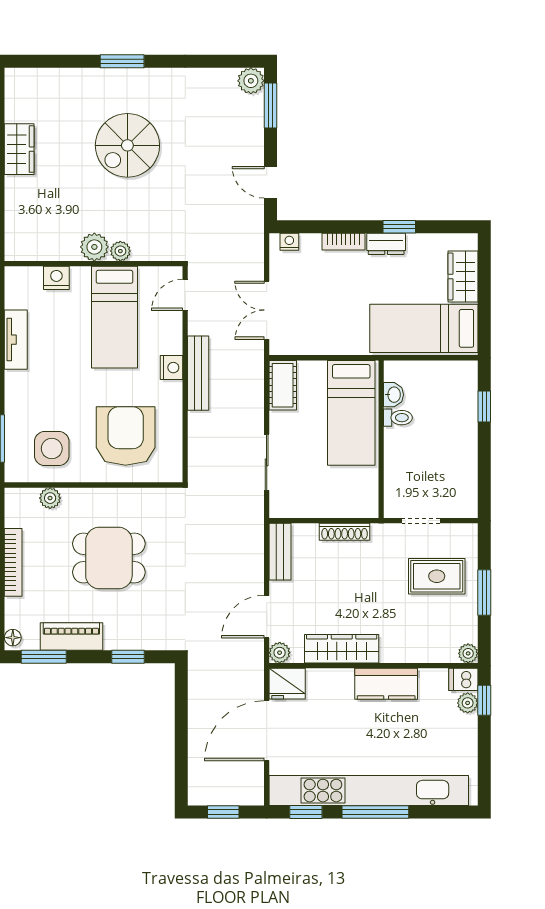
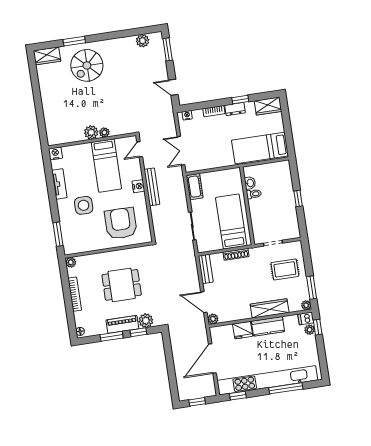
window: (122, 61) -> (74, 41), moved
plant: (251, 81) -> (143, 41), moved
spiral stairs: (127, 145) -> (87, 65), moved
wardrobe: (19, 149) -> (47, 56), moved, turned 90
wardrobe: (463, 276) -> (268, 106), moved, turned -90
nightstand: (56, 278) -> (55, 153), moved
window: (484, 406) -> (298, 198), moved
bed: (351, 413) -> (231, 222), moved, turned 180
side table: (52, 449) -> (84, 205), moved
plant: (50, 498) -> (71, 262), moved
window: (484, 592) -> (312, 288), moved
door: (267, 617) -> (204, 302), hinge flipped
piano: (71, 636) -> (122, 324), moved
plant: (146, 636) -> (146, 321), added
wardrobe: (342, 649) -> (270, 308), moved
window: (44, 657) -> (112, 336), moved
fridge: (287, 684) -> (243, 330), moved
window: (375, 812) -> (286, 388), moved

